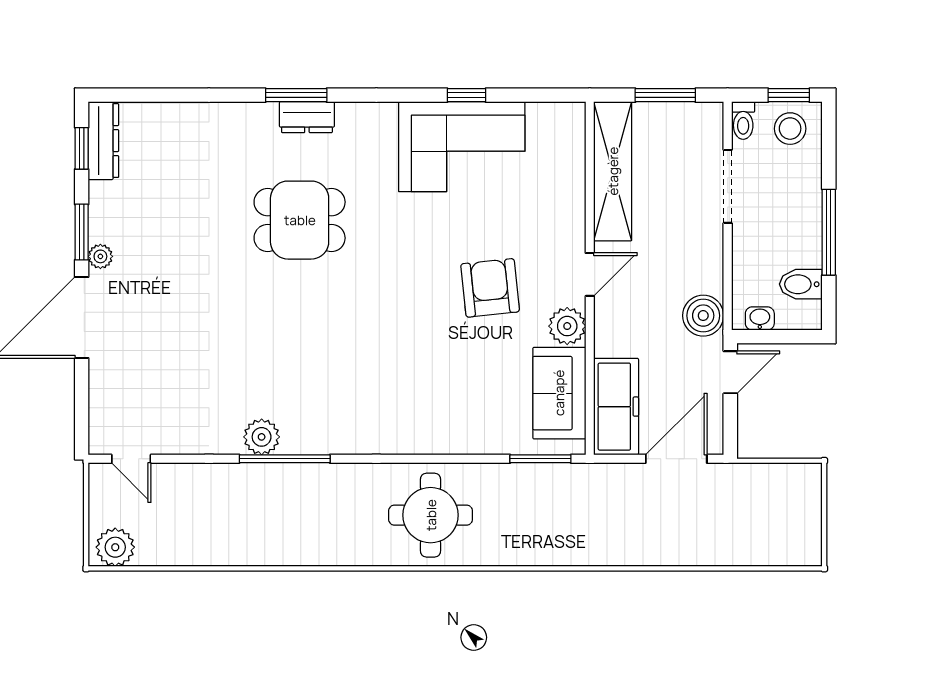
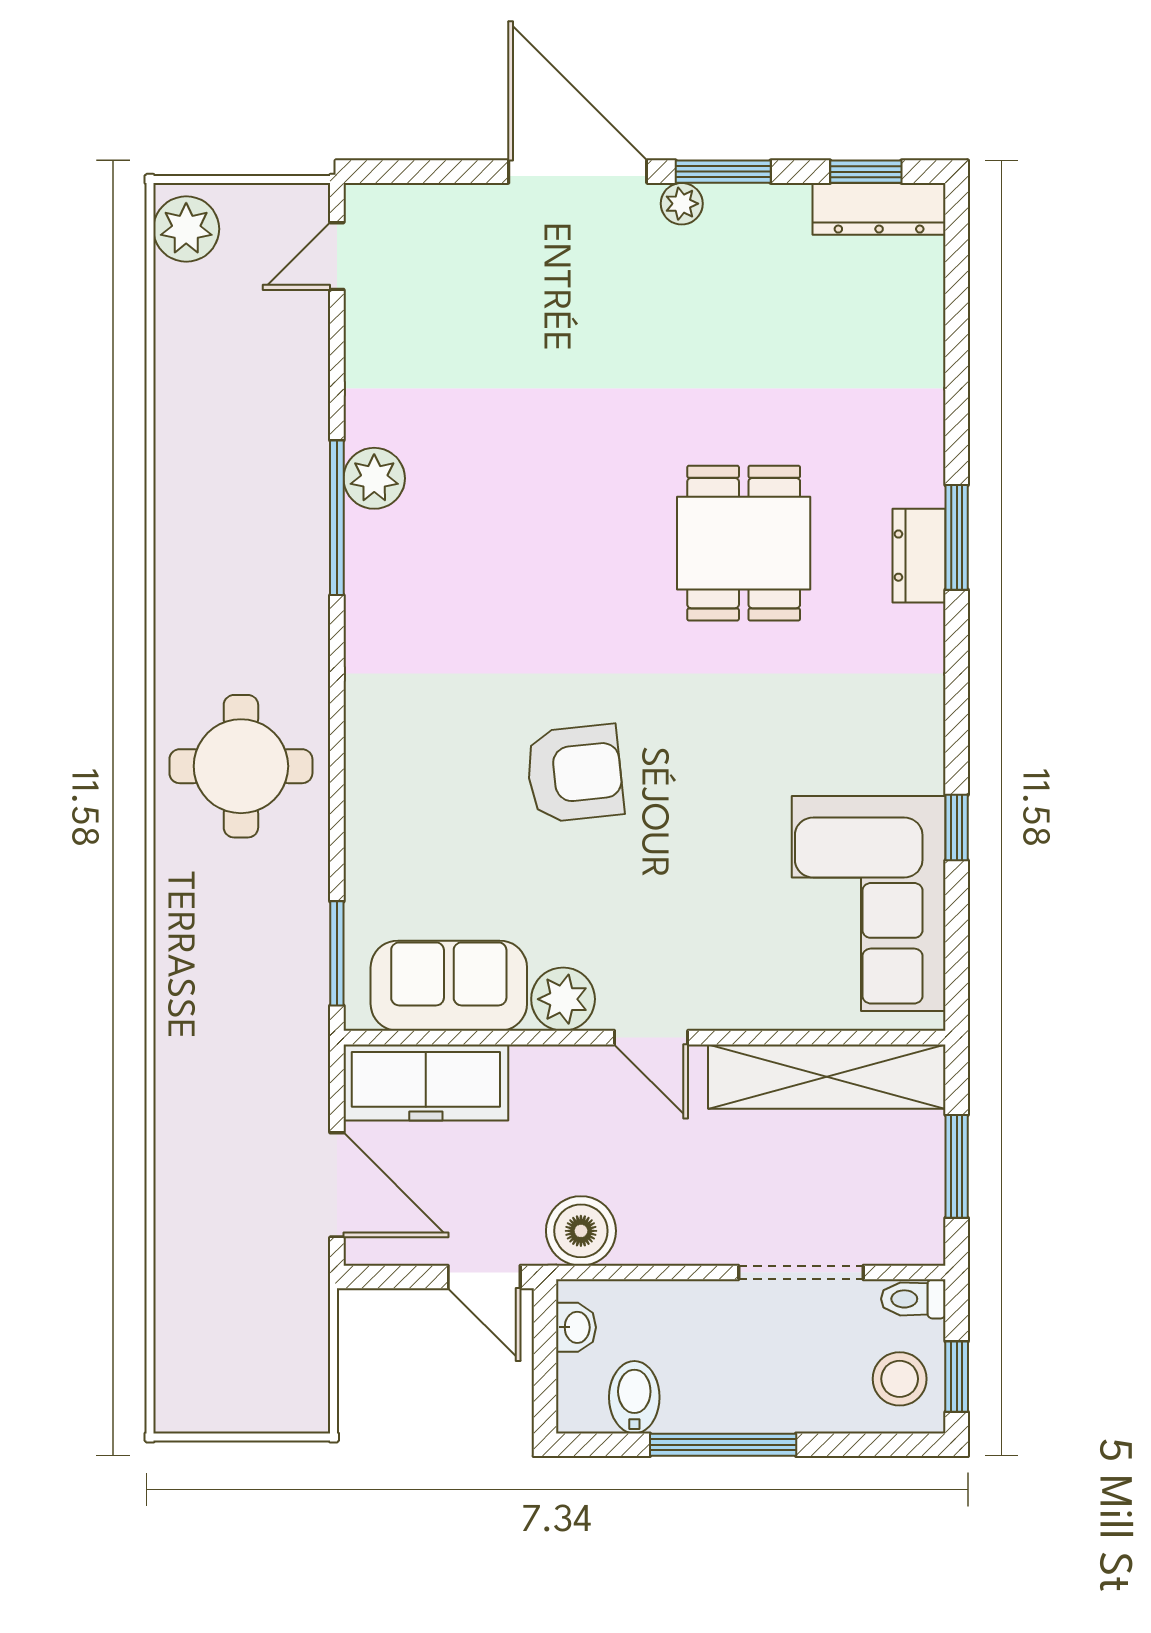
corner sofa: (462, 147) -> (869, 903), moved
armchair: (490, 288) -> (575, 773), moved

